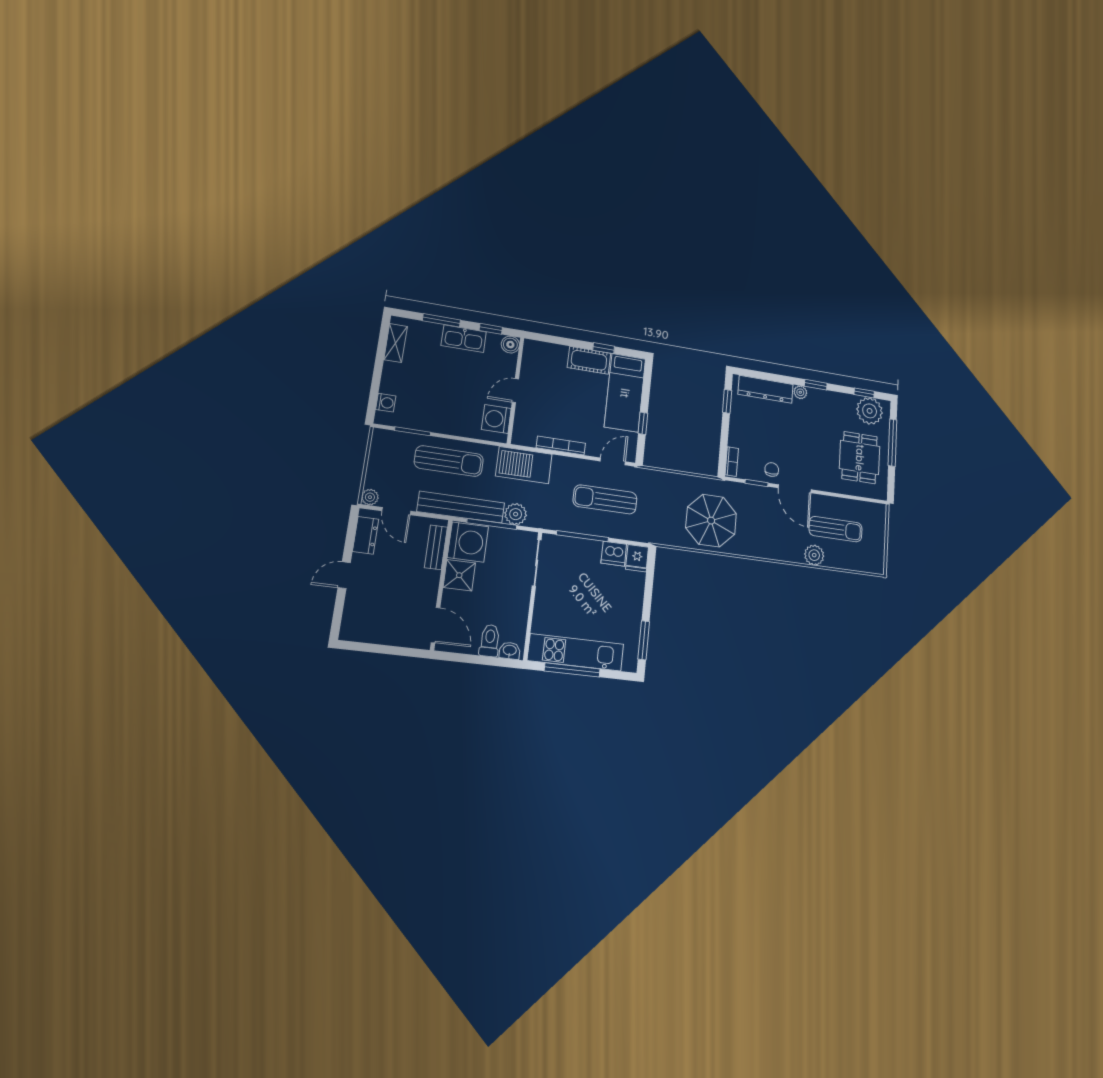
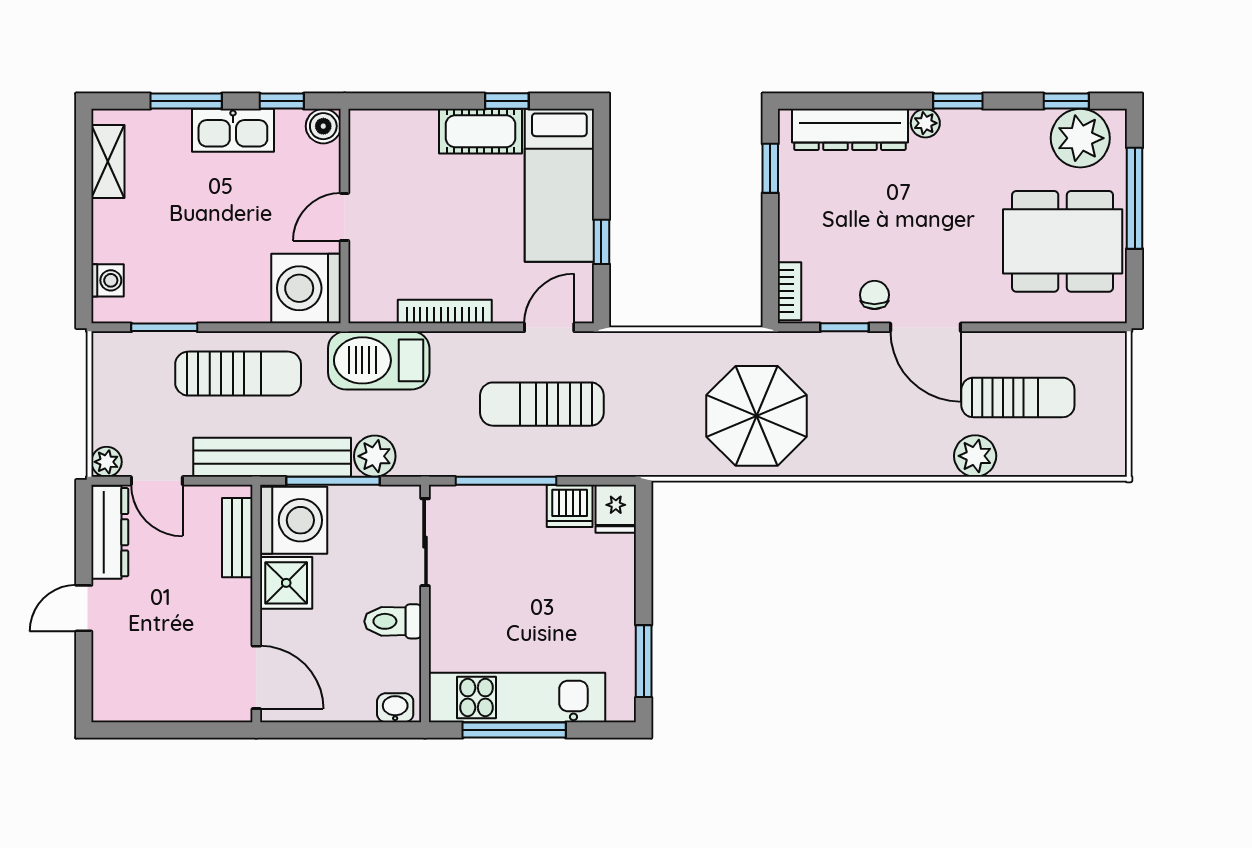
washing machine: (496, 419) -> (306, 288), width x1.37, depth x1.37
dining table: (860, 458) -> (1063, 241), width x1.37
dresser: (366, 535) -> (110, 532), width x1.44
toilet: (490, 641) -> (393, 621), moved, turned -90

